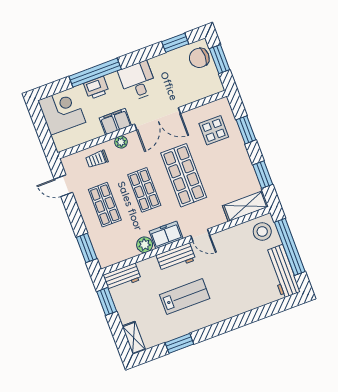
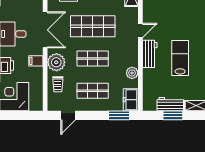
filing cabinet: (115, 122) -> (36, 61), width x0.50
plant: (121, 142) -> (56, 62), width x1.88, depth x1.88
freezer: (166, 235) -> (131, 100), moved
workbench: (122, 277) -> (170, 104), moved, turned -90
window: (107, 301) -> (173, 115), moved

